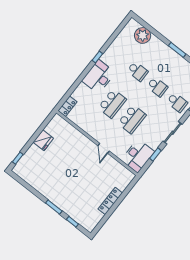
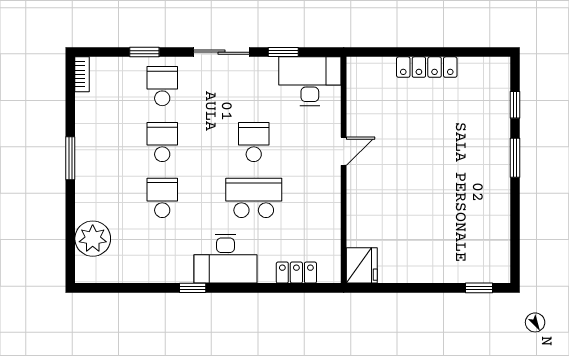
locker: (67, 106) -> (296, 273), moved
school desk: (132, 119) -> (254, 142), width x0.54
fridge: (43, 140) -> (362, 265), moved, turned 90

